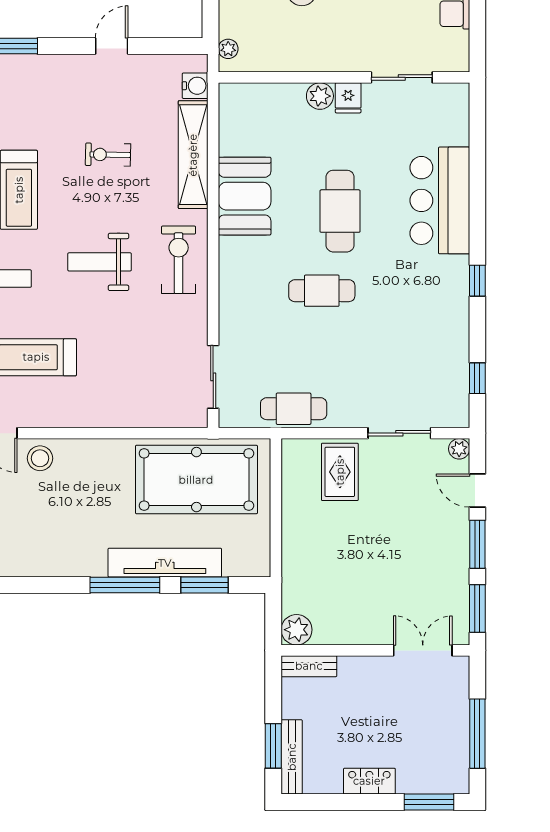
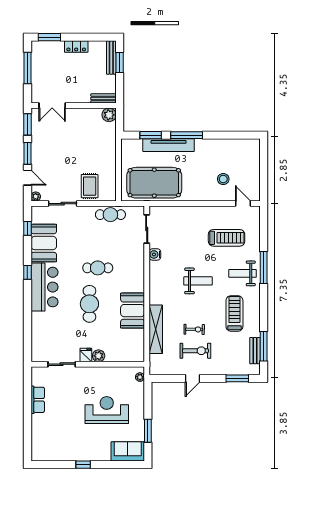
water cooler: (195, 86) -> (155, 254), moved
bar counter: (440, 200) -> (44, 287), moved
exercise bike: (179, 260) -> (195, 351), moved, turned -90
booth: (441, 346) -> (44, 243), added
stool: (40, 458) -> (223, 179), moved

